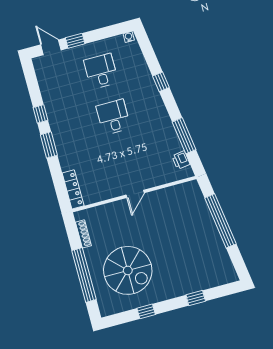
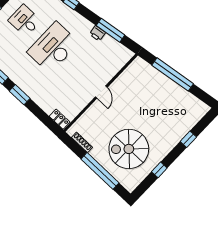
desk: (113, 117) -> (53, 47), width x1.87, depth x1.30
printer: (181, 160) -> (97, 33), moved
locker: (73, 189) -> (60, 119), width x0.66
spiral stairs: (128, 270) -> (129, 149), turned 180

